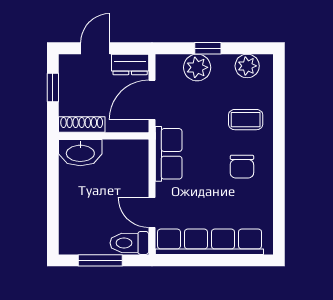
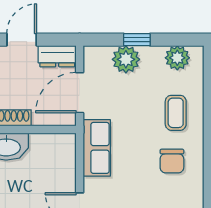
coffee table: (246, 120) -> (176, 113), turned 90

